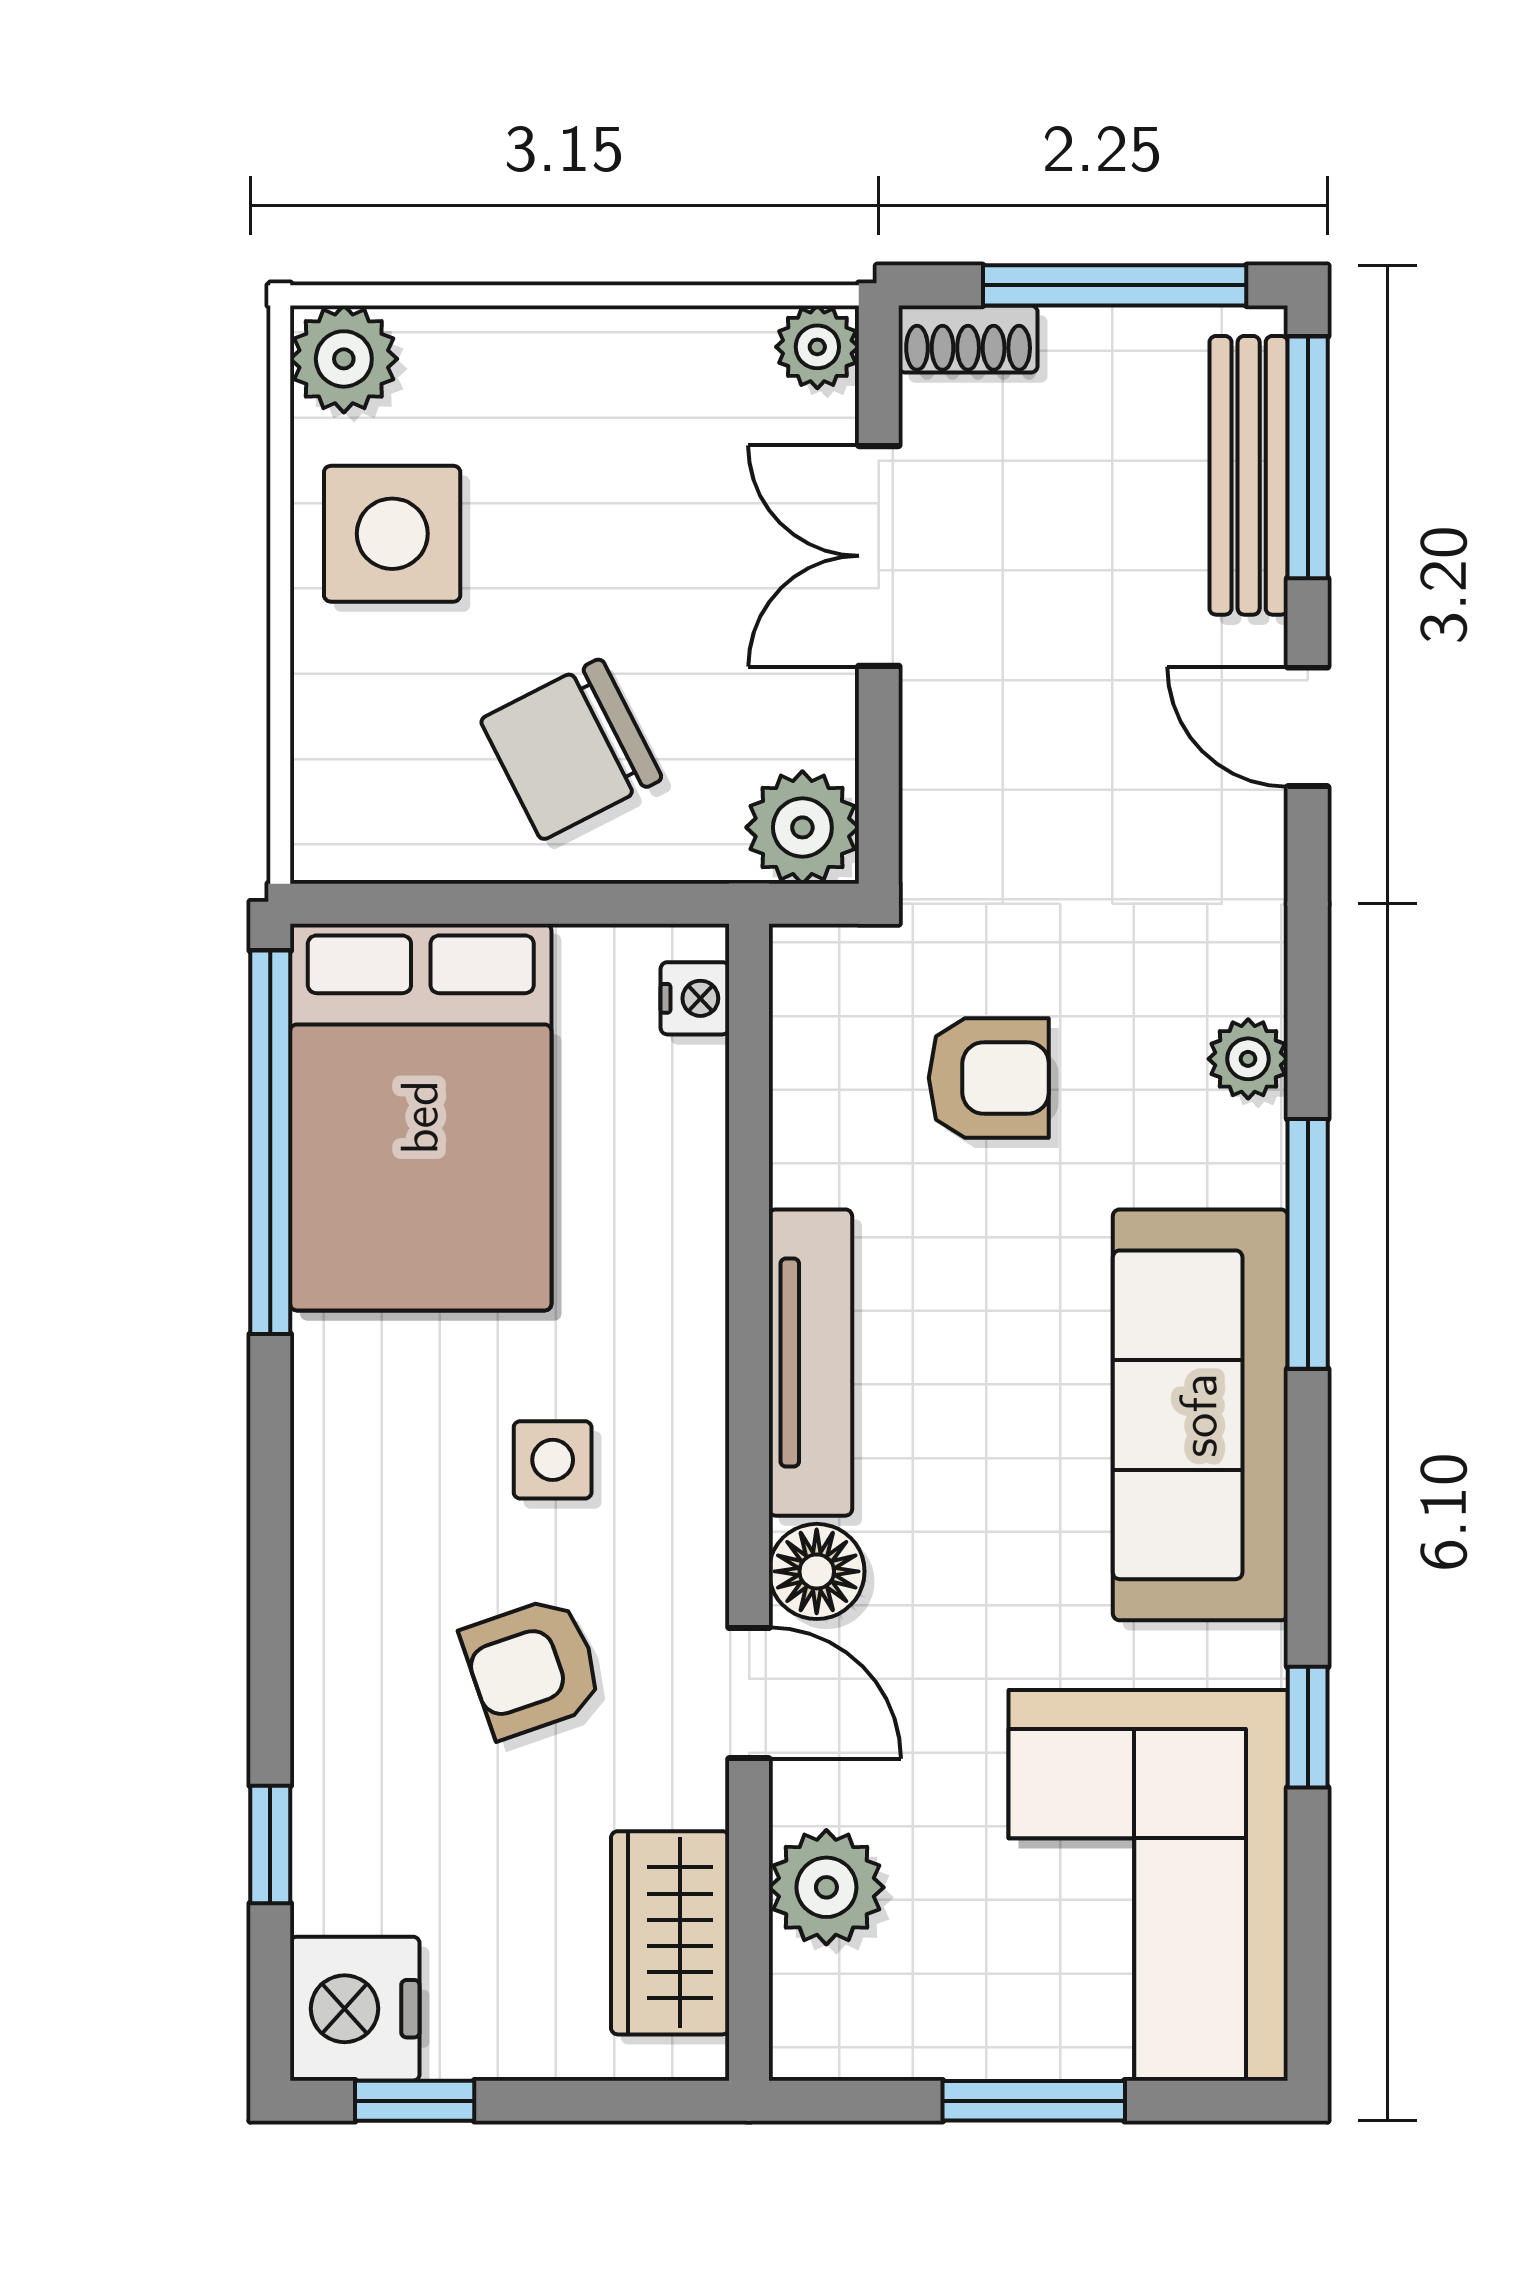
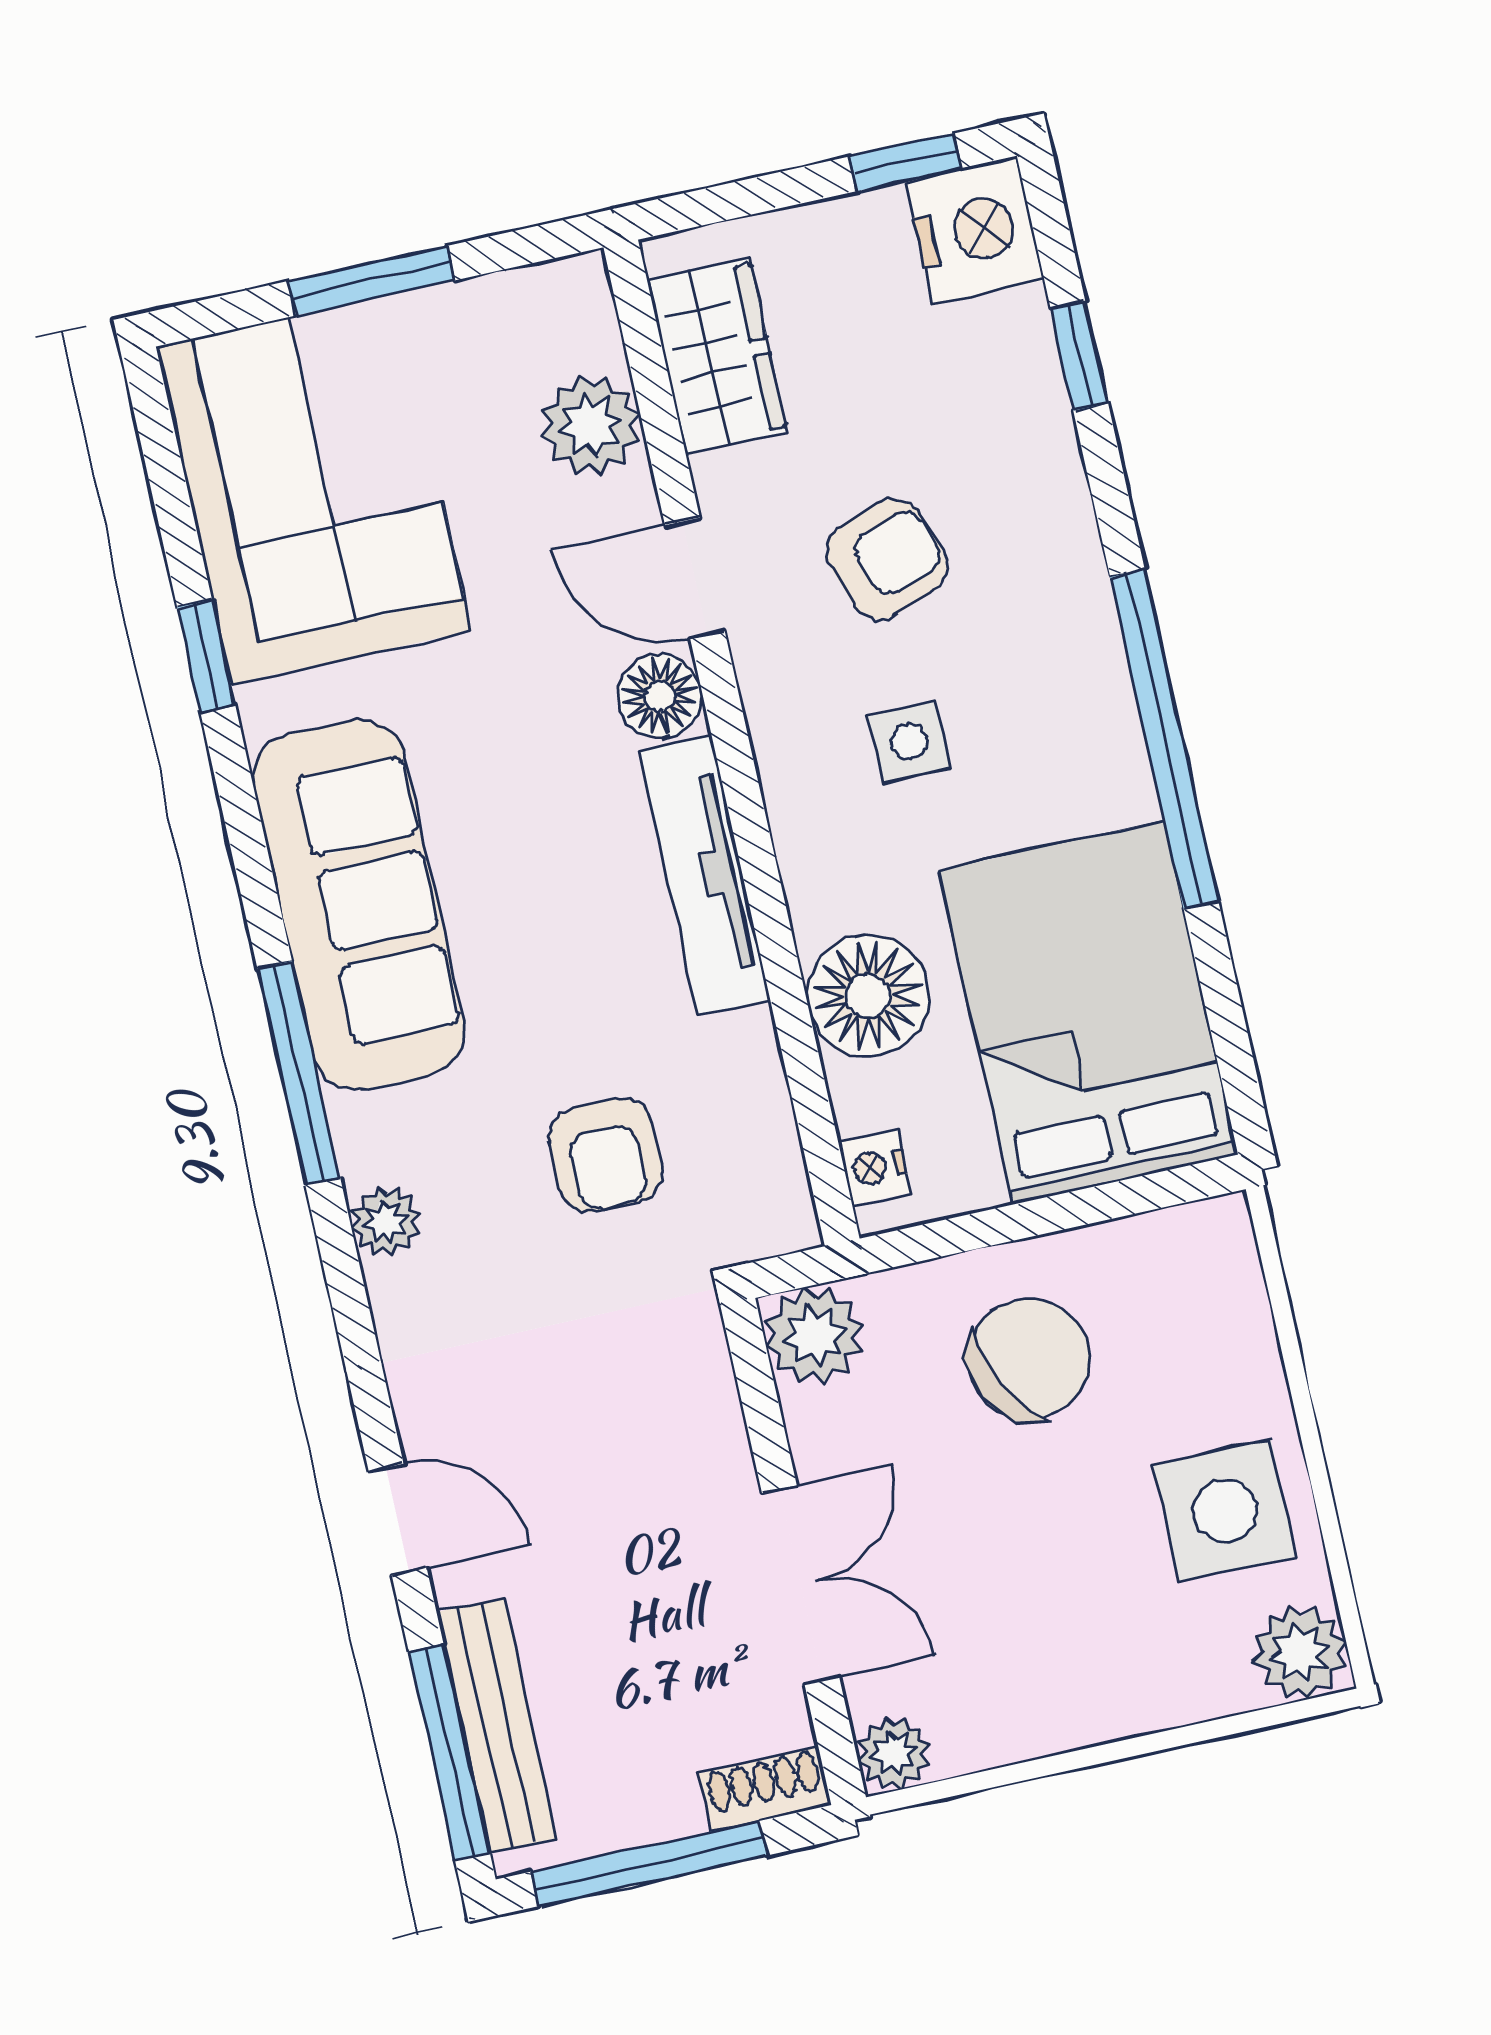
armchair: (989, 1078) -> (606, 1155), turned -90
window: (270, 1142) -> (1164, 739), moved
floor lamp: (660, 1190) -> (868, 996), added

